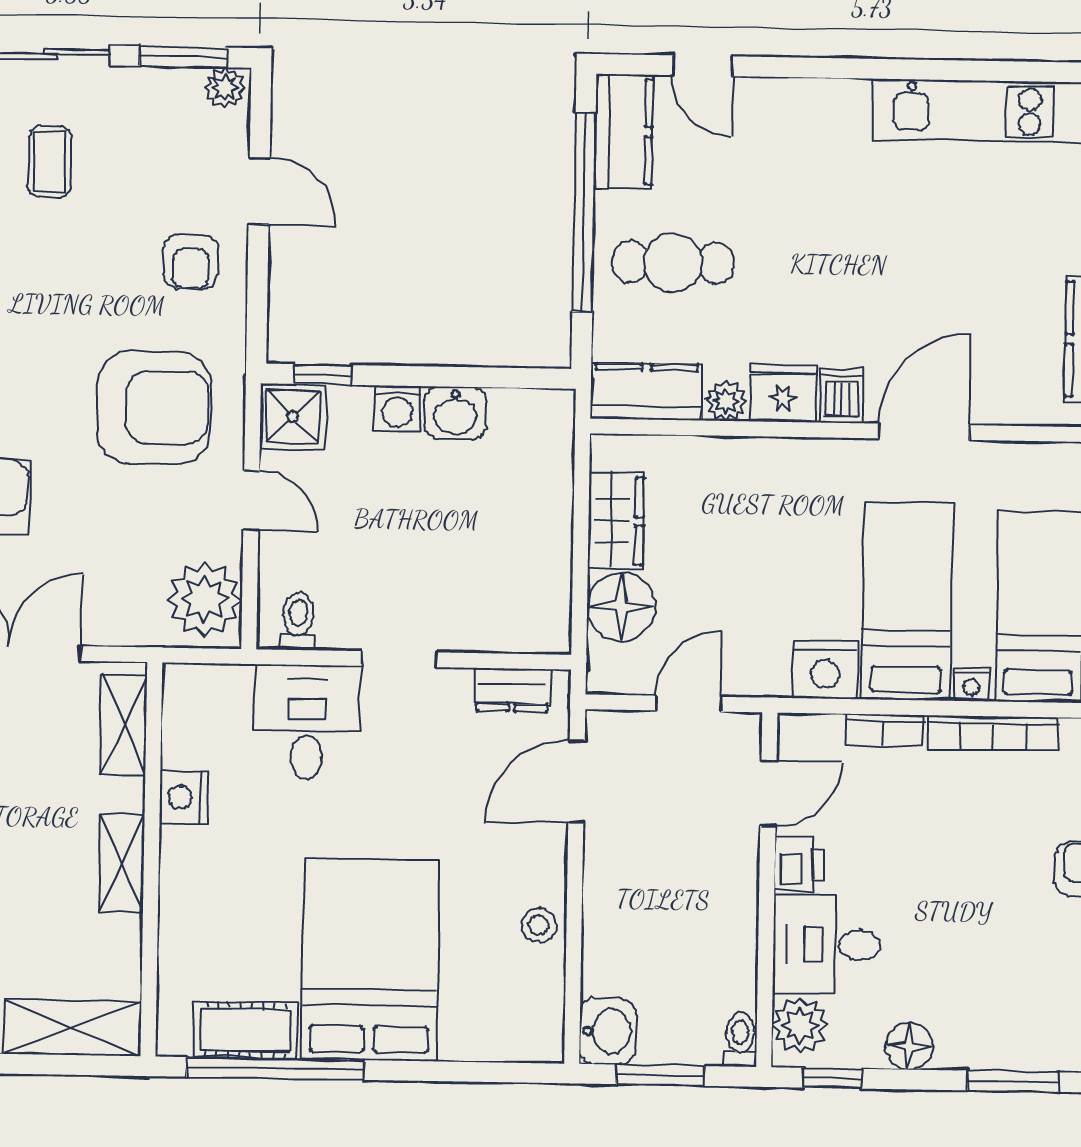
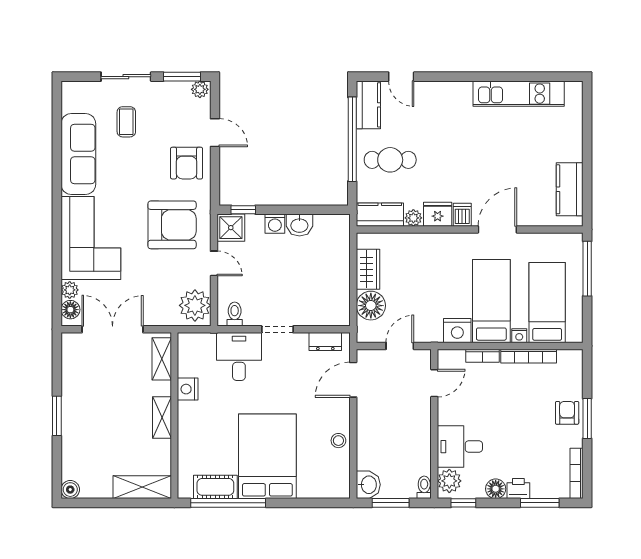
armchair: (191, 262) -> (187, 163), width x1.38, depth x1.38
printer: (799, 864) -> (518, 489), moved, turned -90

